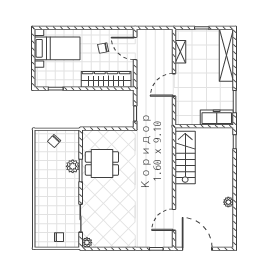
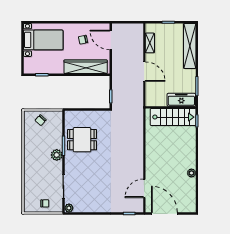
door: (174, 85) -> (144, 72), swing flipped
stairs: (185, 157) -> (173, 117), moved, turned 90
plant: (73, 166) -> (57, 155), moved

